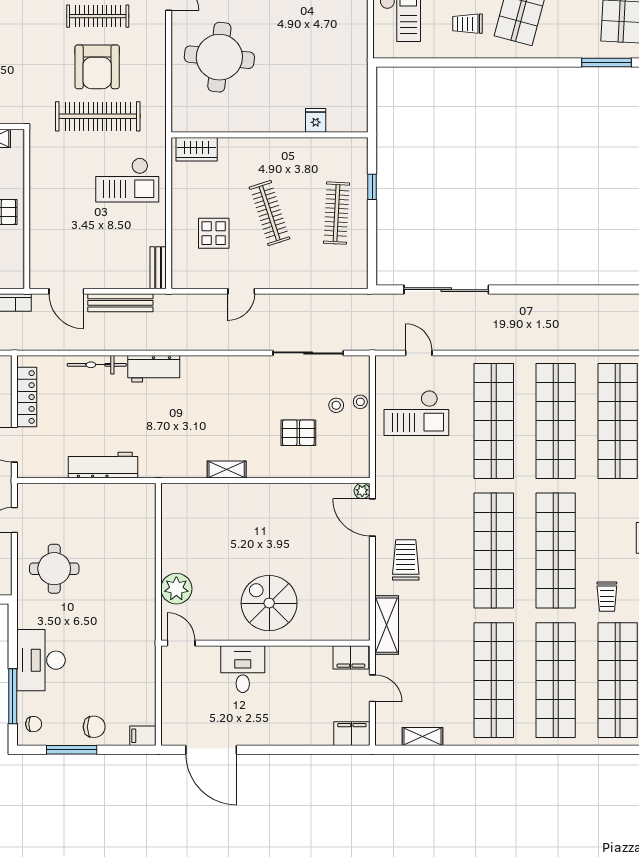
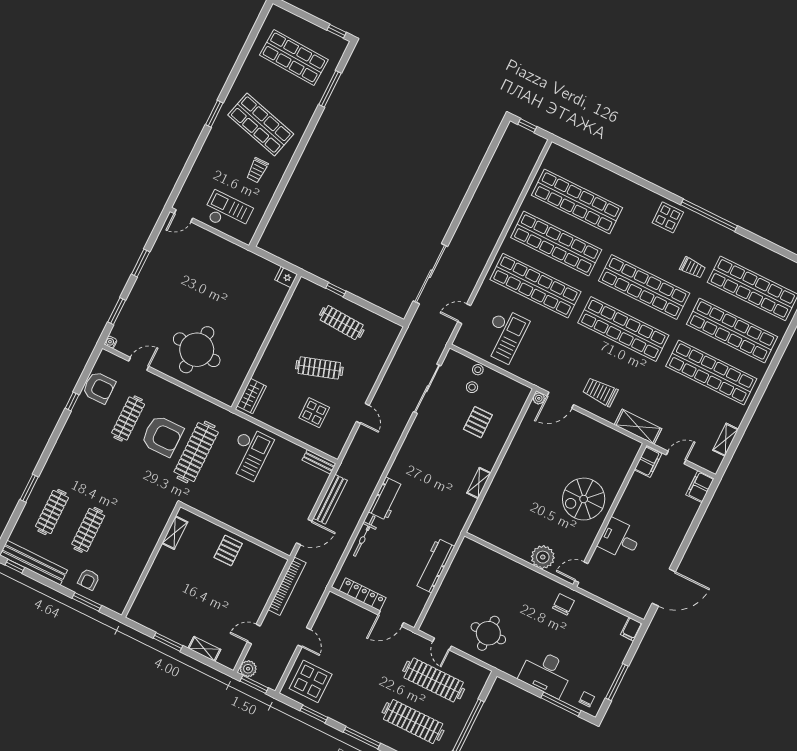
fridge: (316, 120) -> (286, 277), moved
chair: (94, 727) -> (563, 604), moved

